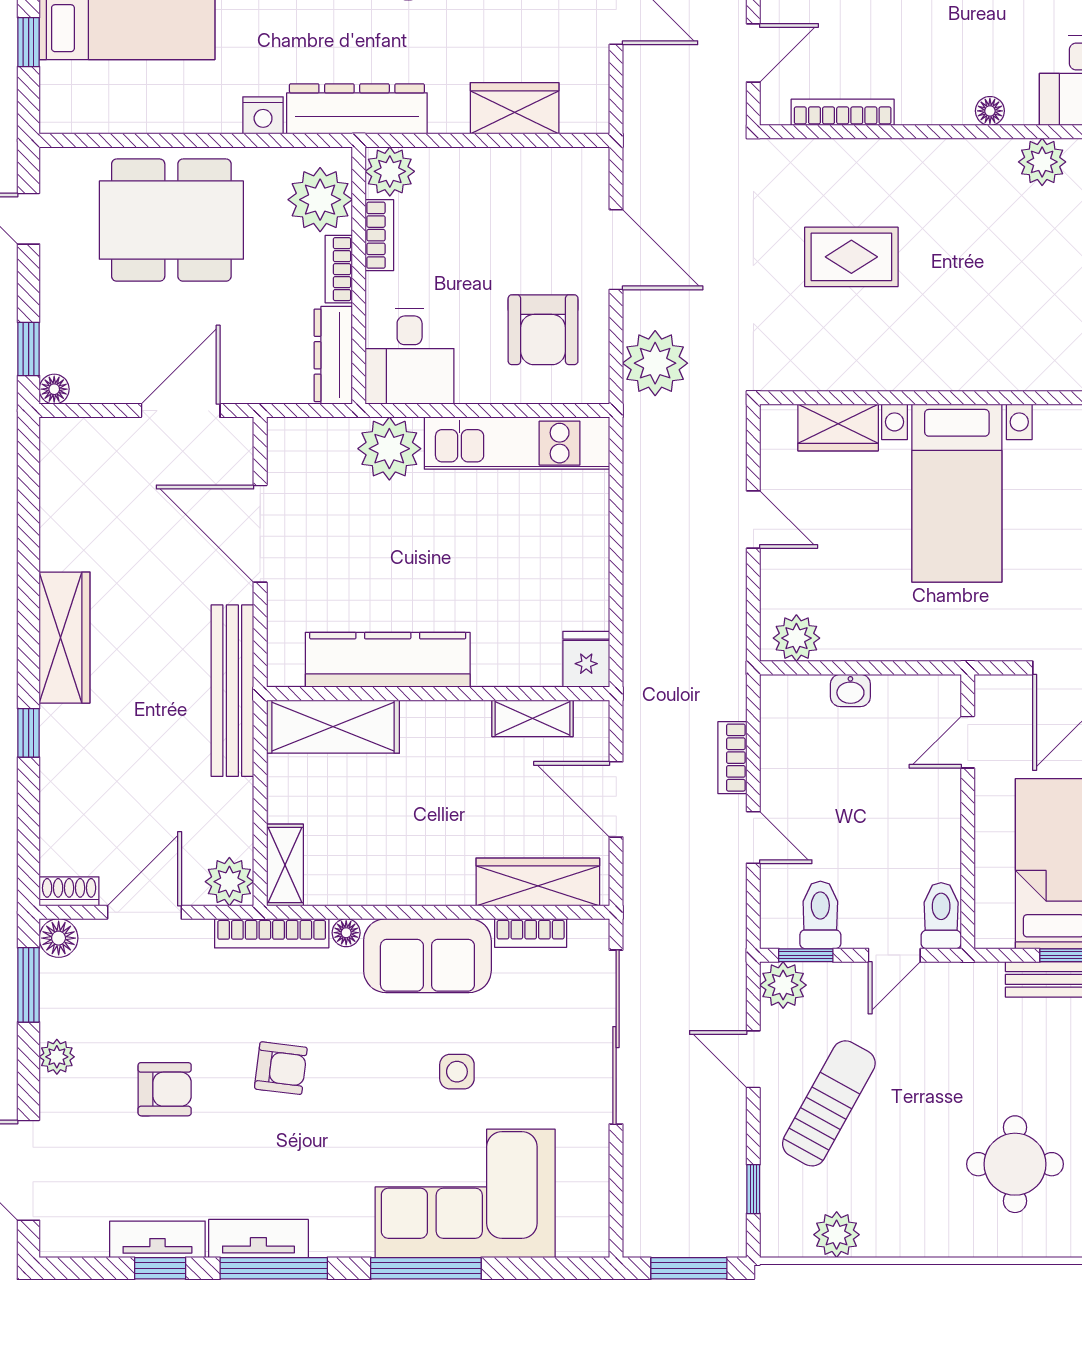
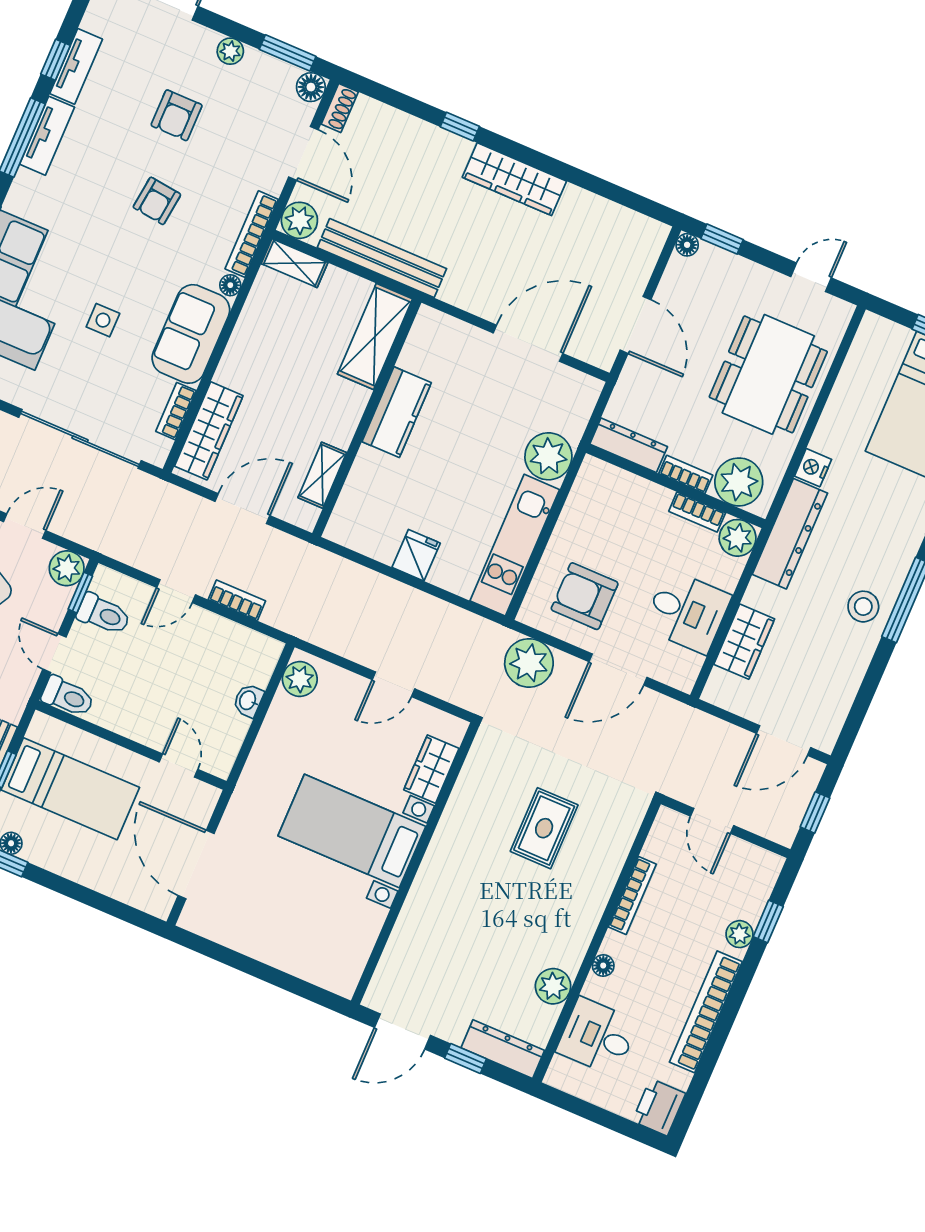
bookcase: (843, 112) -> (632, 895), moved
desk: (410, 356) -> (687, 612), moved, turned 180
fridge: (586, 659) -> (416, 555), moved, turned -90
kitchen counter: (388, 660) -> (397, 412), width x0.67
bench: (232, 691) -> (382, 258), moved

